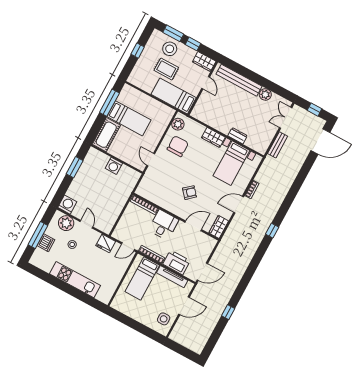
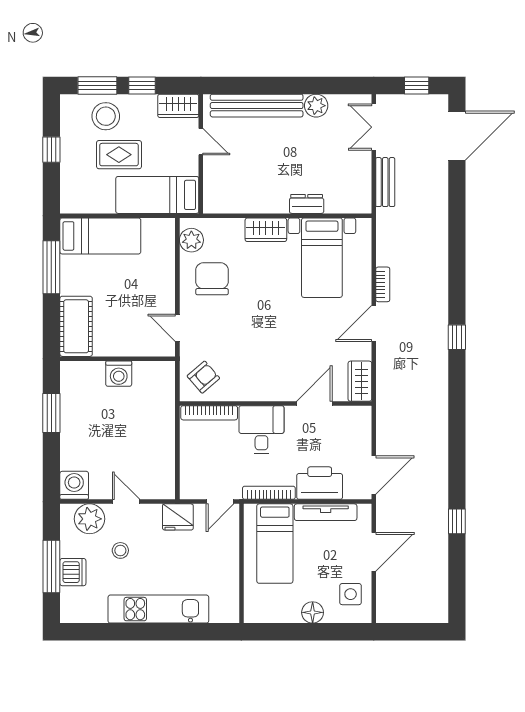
bed: (129, 118) -> (100, 236), moved
armchair: (190, 193) -> (203, 377), moved
floor lamp: (142, 318) -> (313, 612), added

